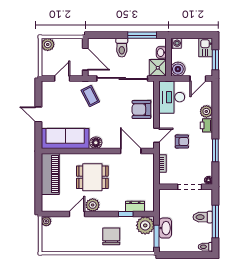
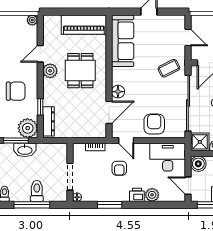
floor lamp: (96, 143) -> (118, 92), moved
dresser: (135, 206) -> (48, 121), width x1.44
door: (77, 214) -> (40, 54), swing flipped

